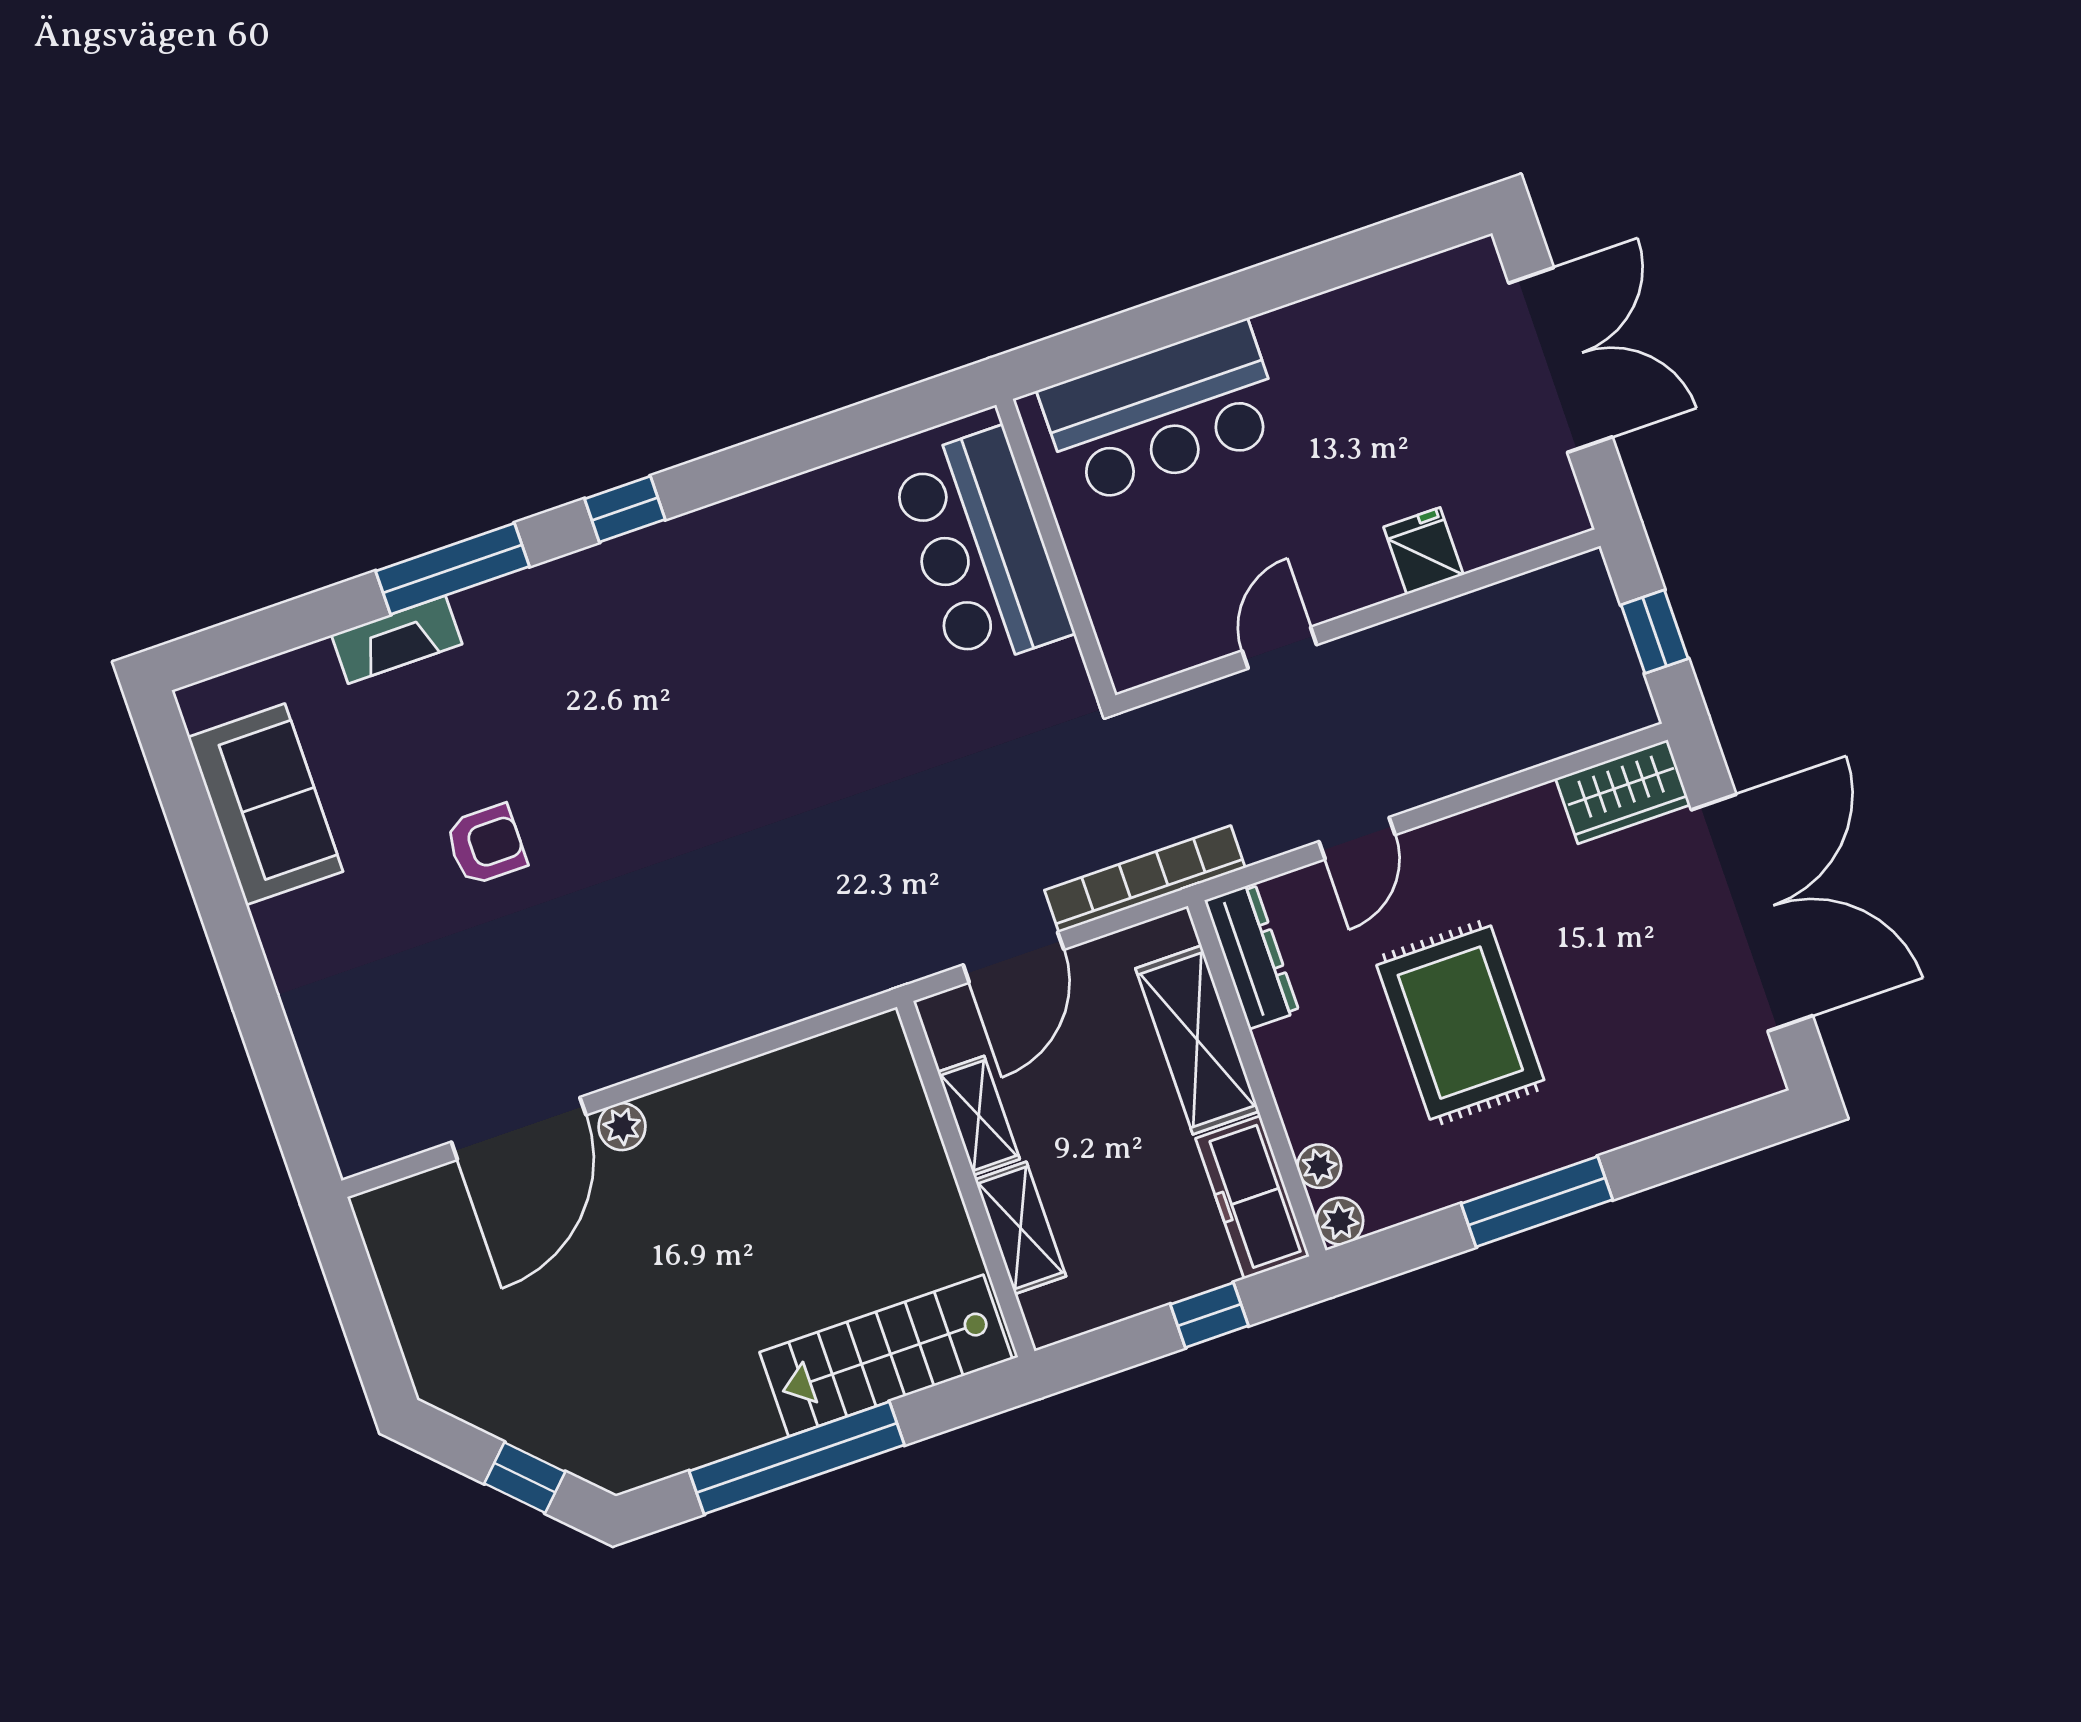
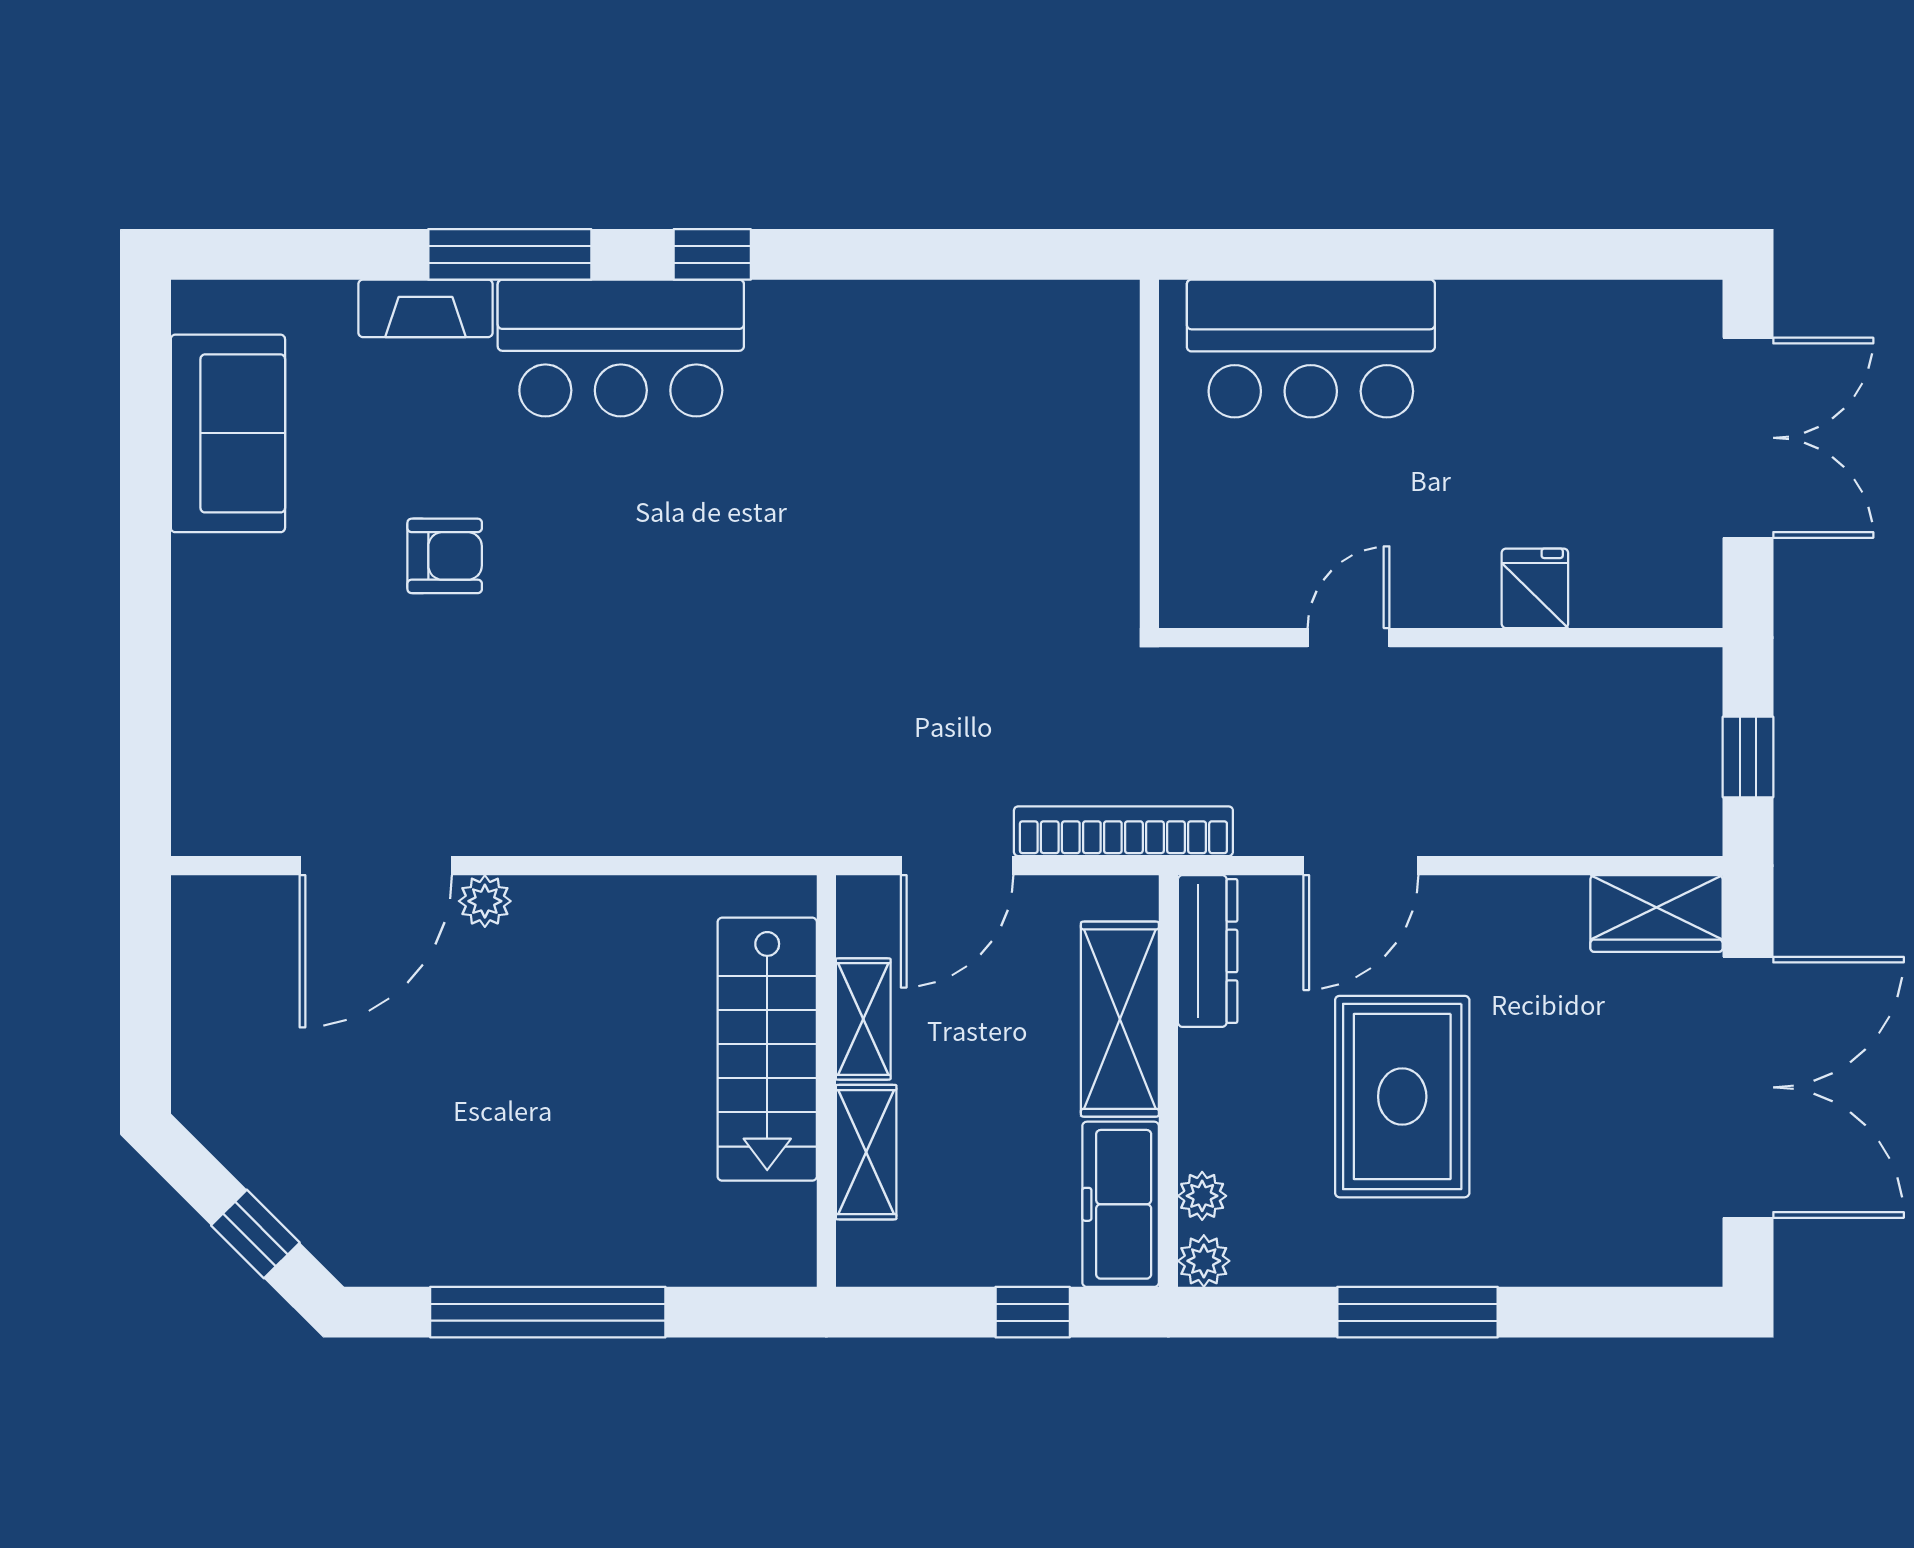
bar counter: (981, 549) -> (621, 348), moved, turned -90
door: (1357, 838) -> (1361, 866), width x1.38
stairs: (886, 1356) -> (767, 1049), moved, turned -90

